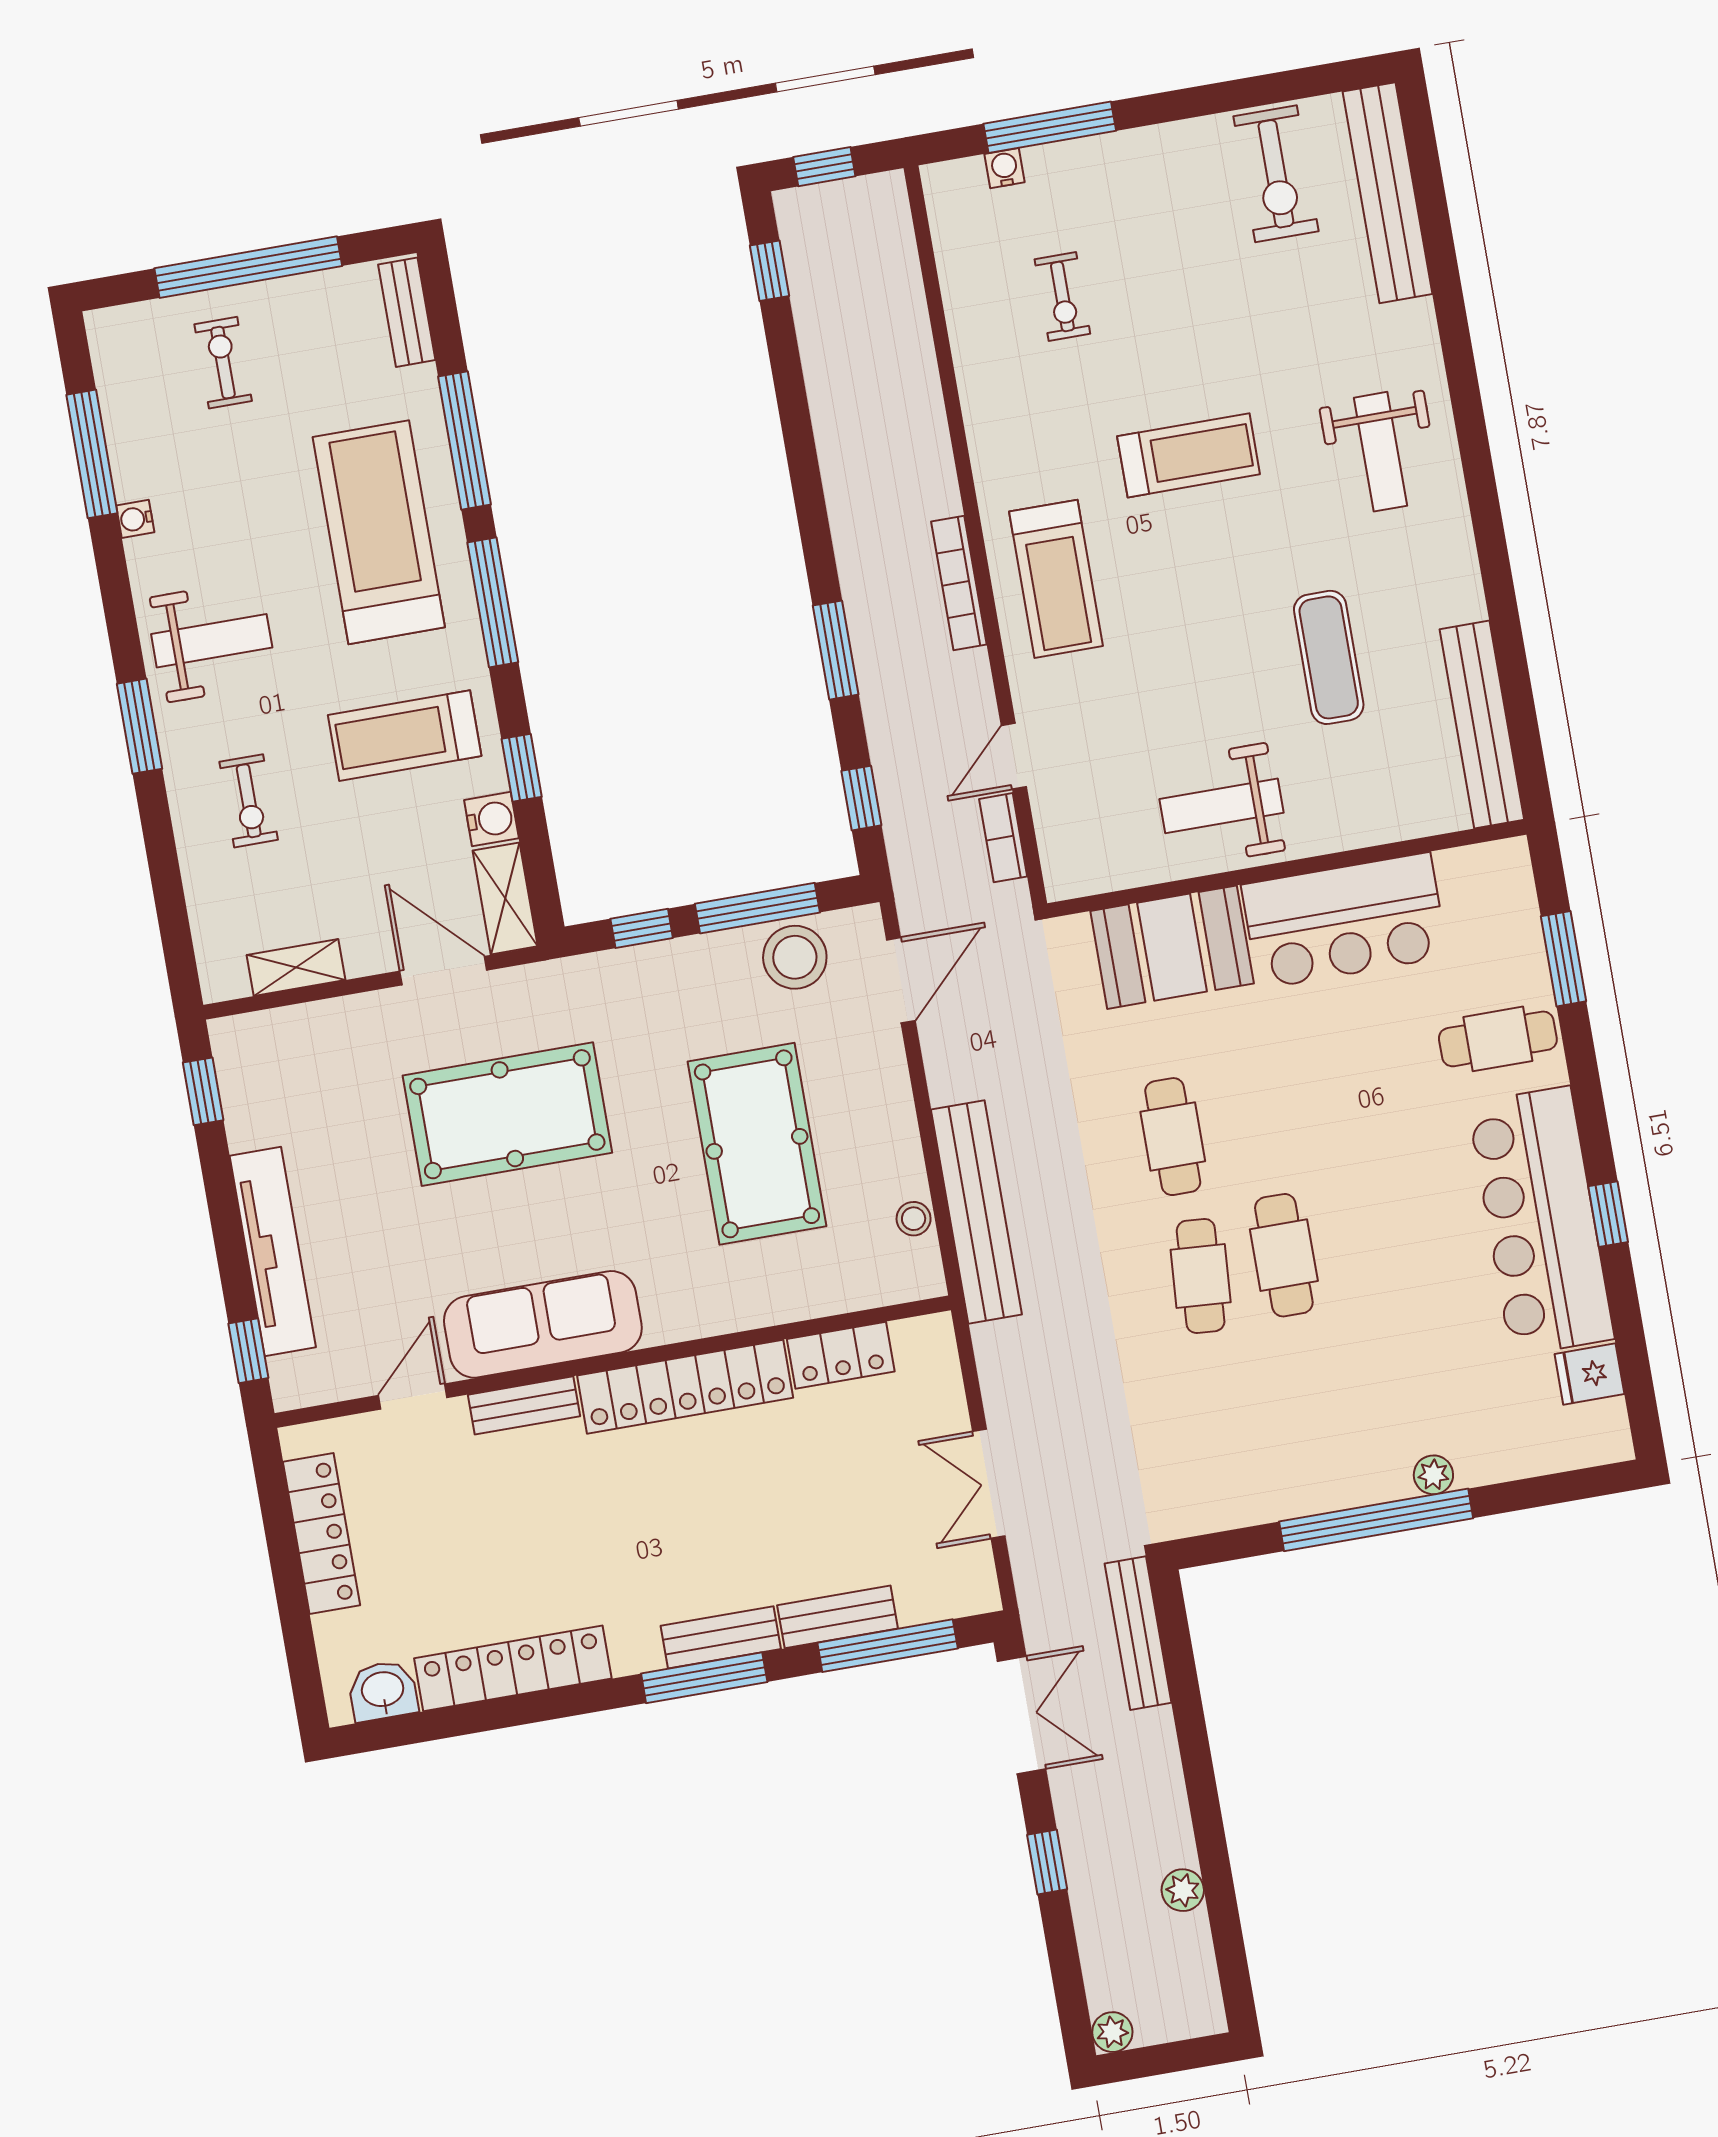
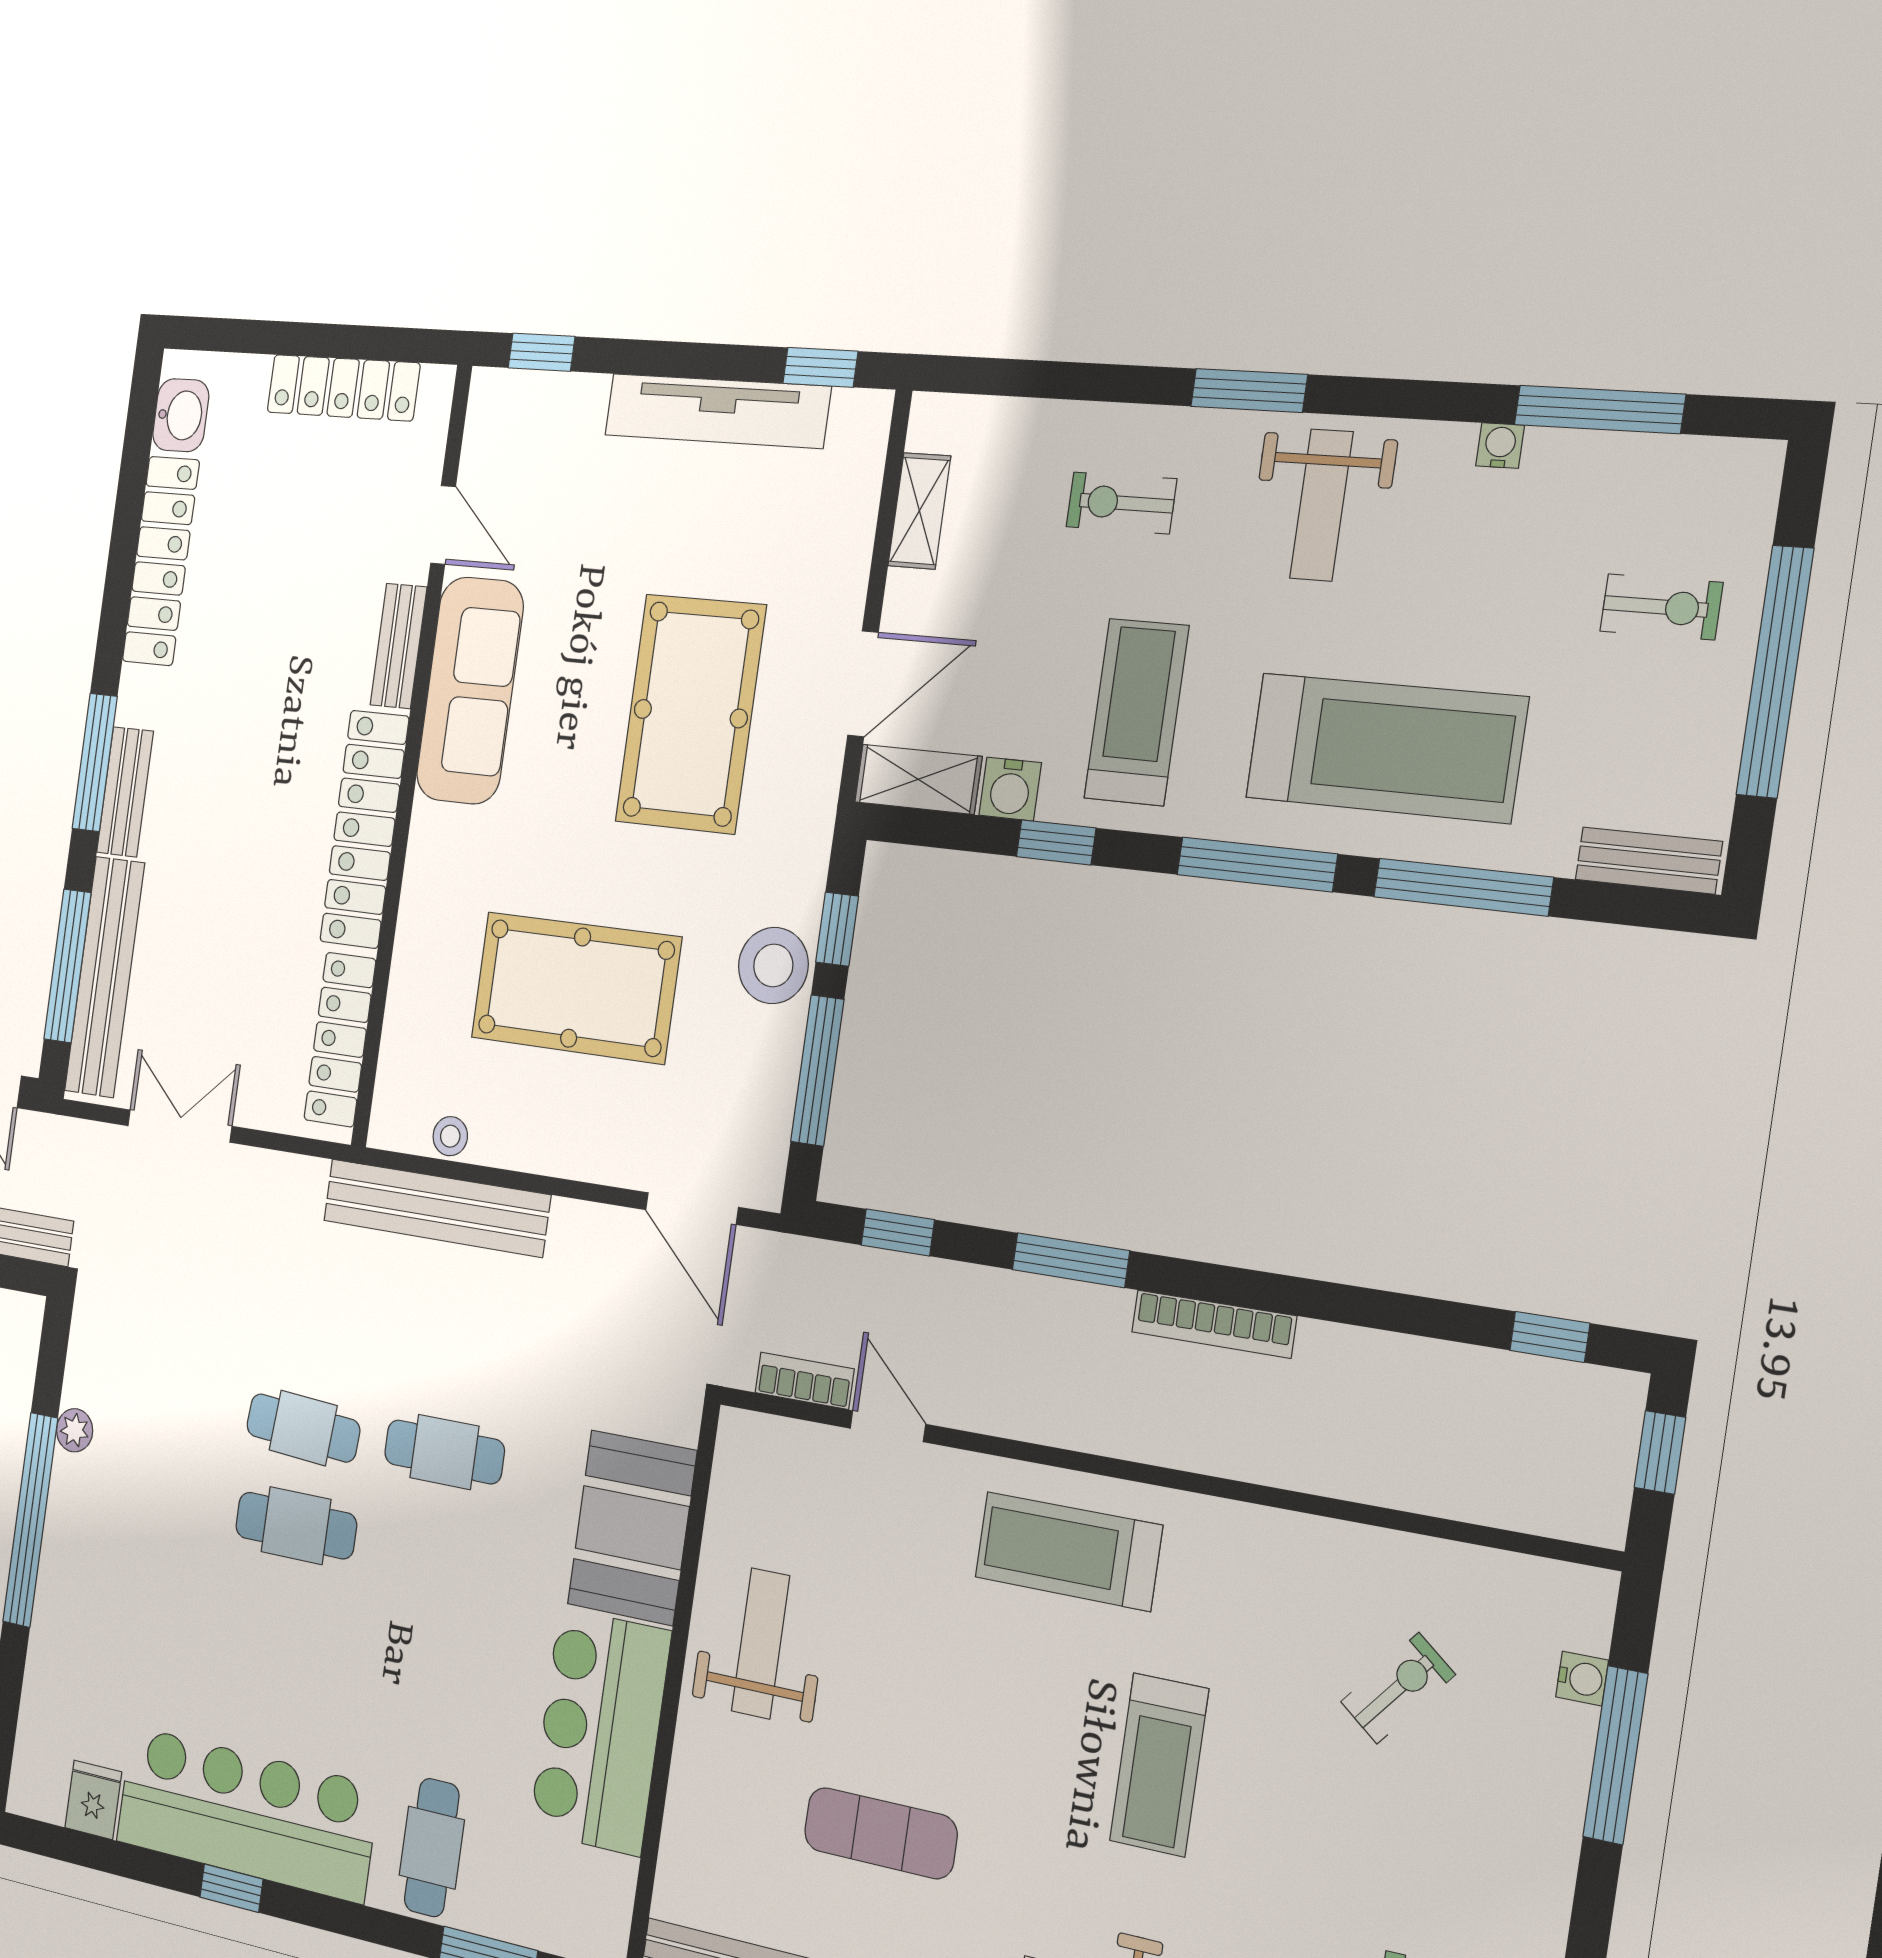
exercise bike: (1062, 297) -> (1398, 1688), turned 129
bookcase: (959, 583) -> (1214, 1324), moved, turned 180
stool: (795, 957) -> (773, 965), moved
tv unit: (273, 1251) -> (717, 411), moved
locker: (841, 1355) -> (340, 1040), width x1.53
plant: (1433, 1475) -> (75, 1430), moved
bench: (838, 1617) -> (105, 977), width x1.86, depth x1.21

